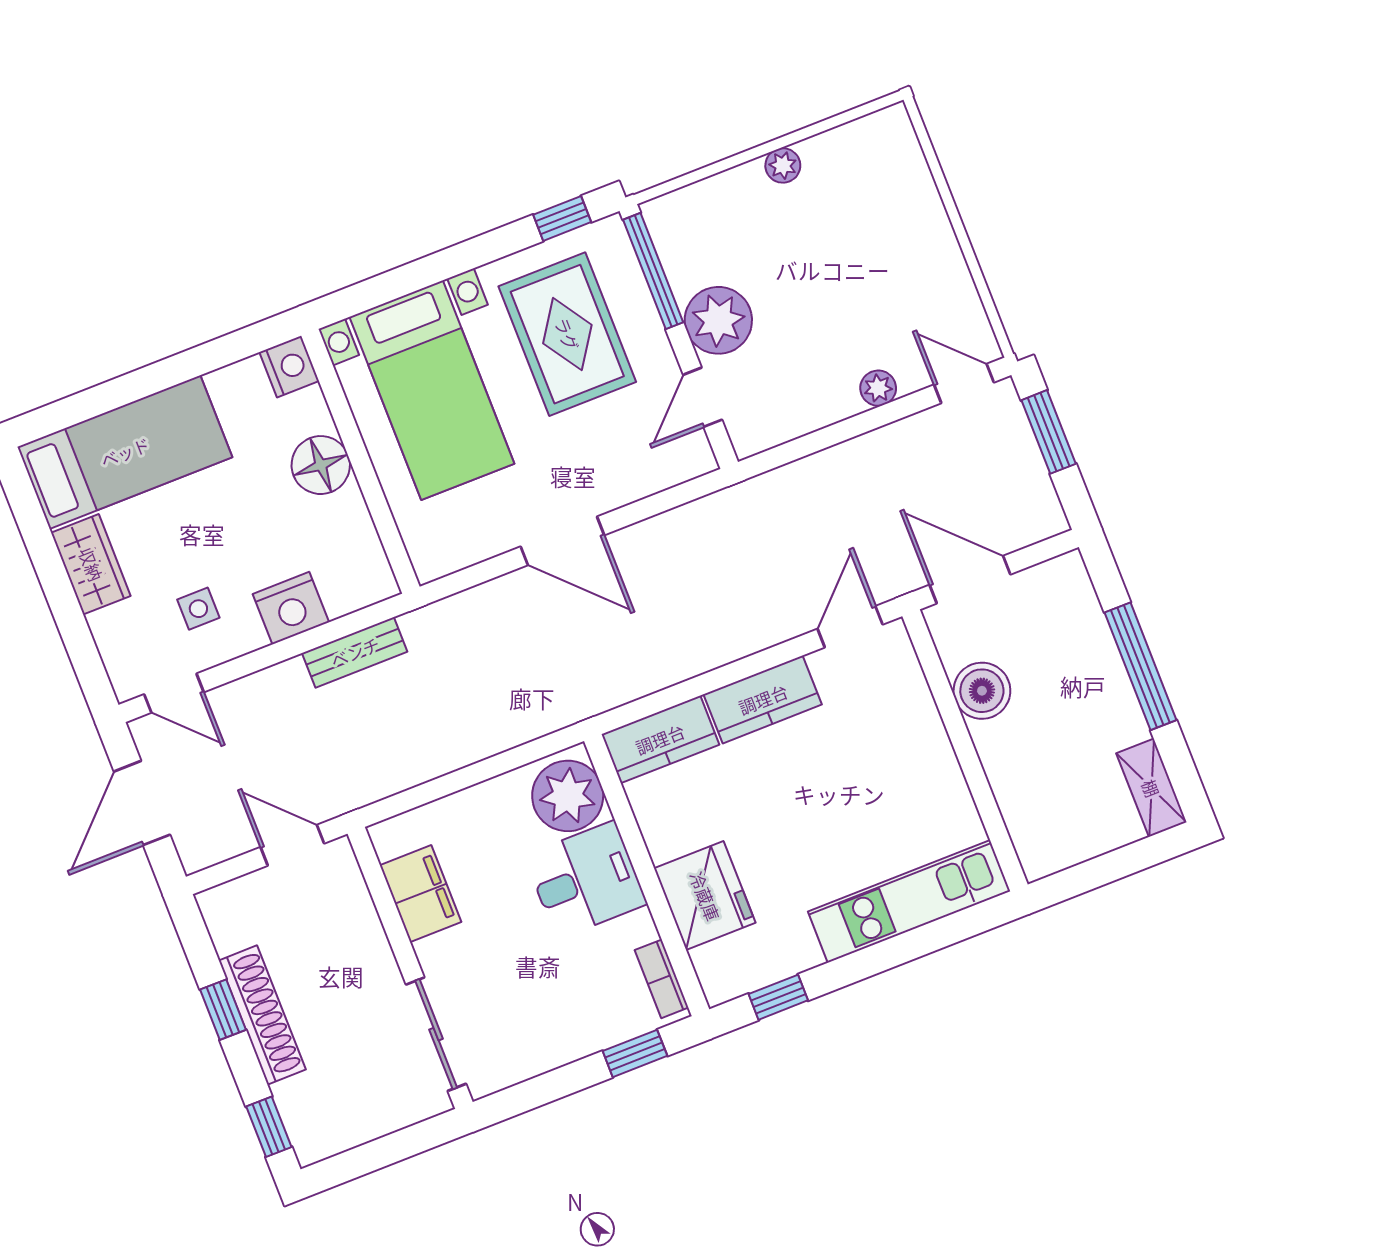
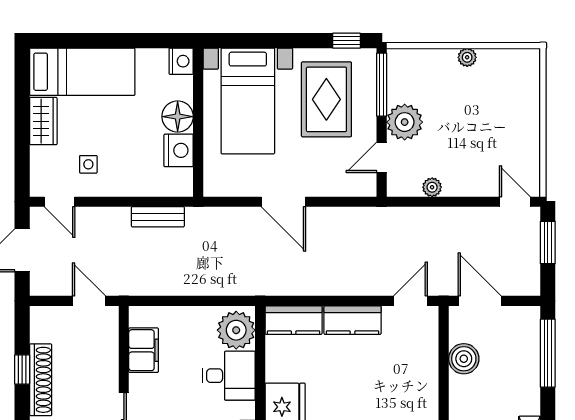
plant: (878, 388) -> (432, 187), moved
nightstand: (291, 608) -> (179, 150), moved, turned -90
window: (1140, 666) -> (548, 353), moved

